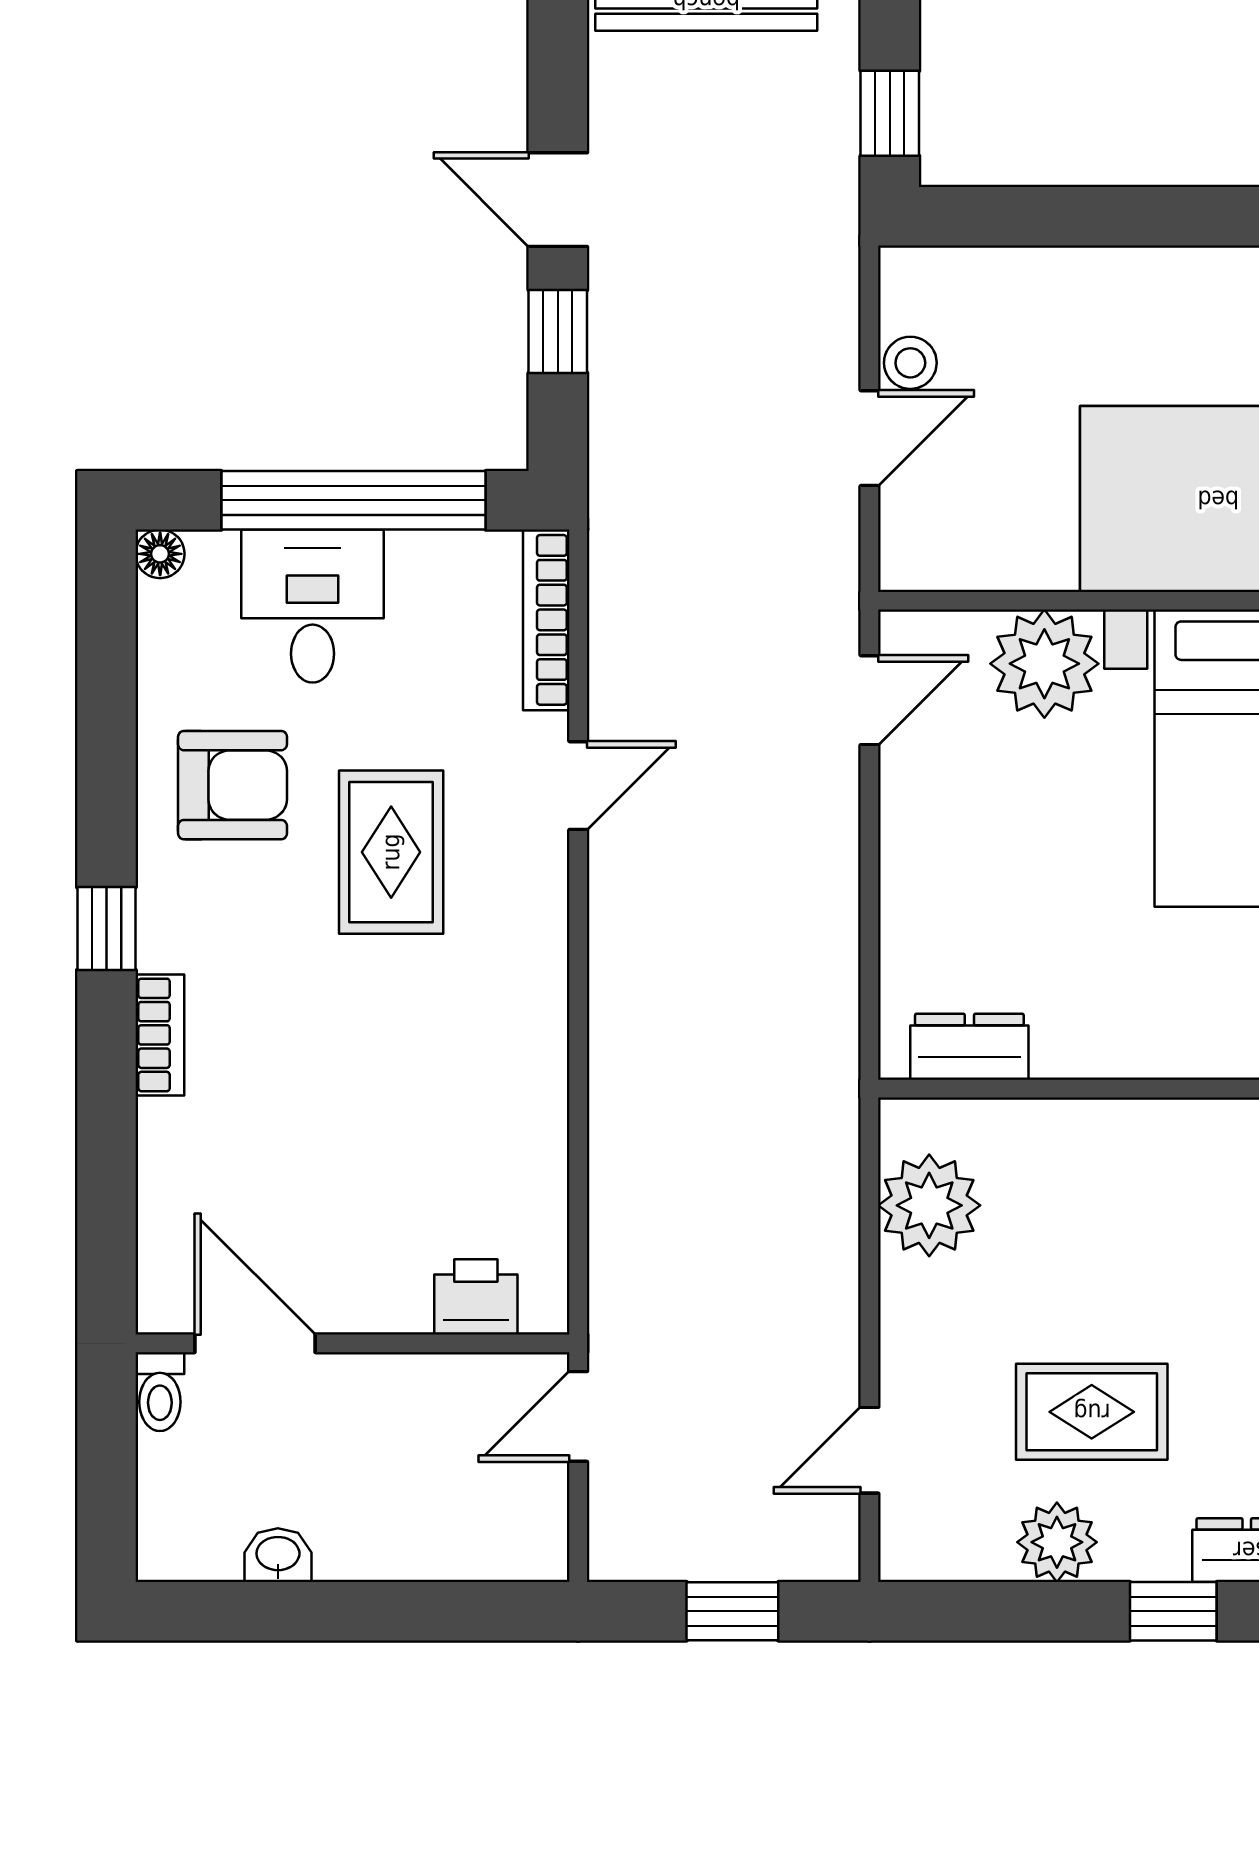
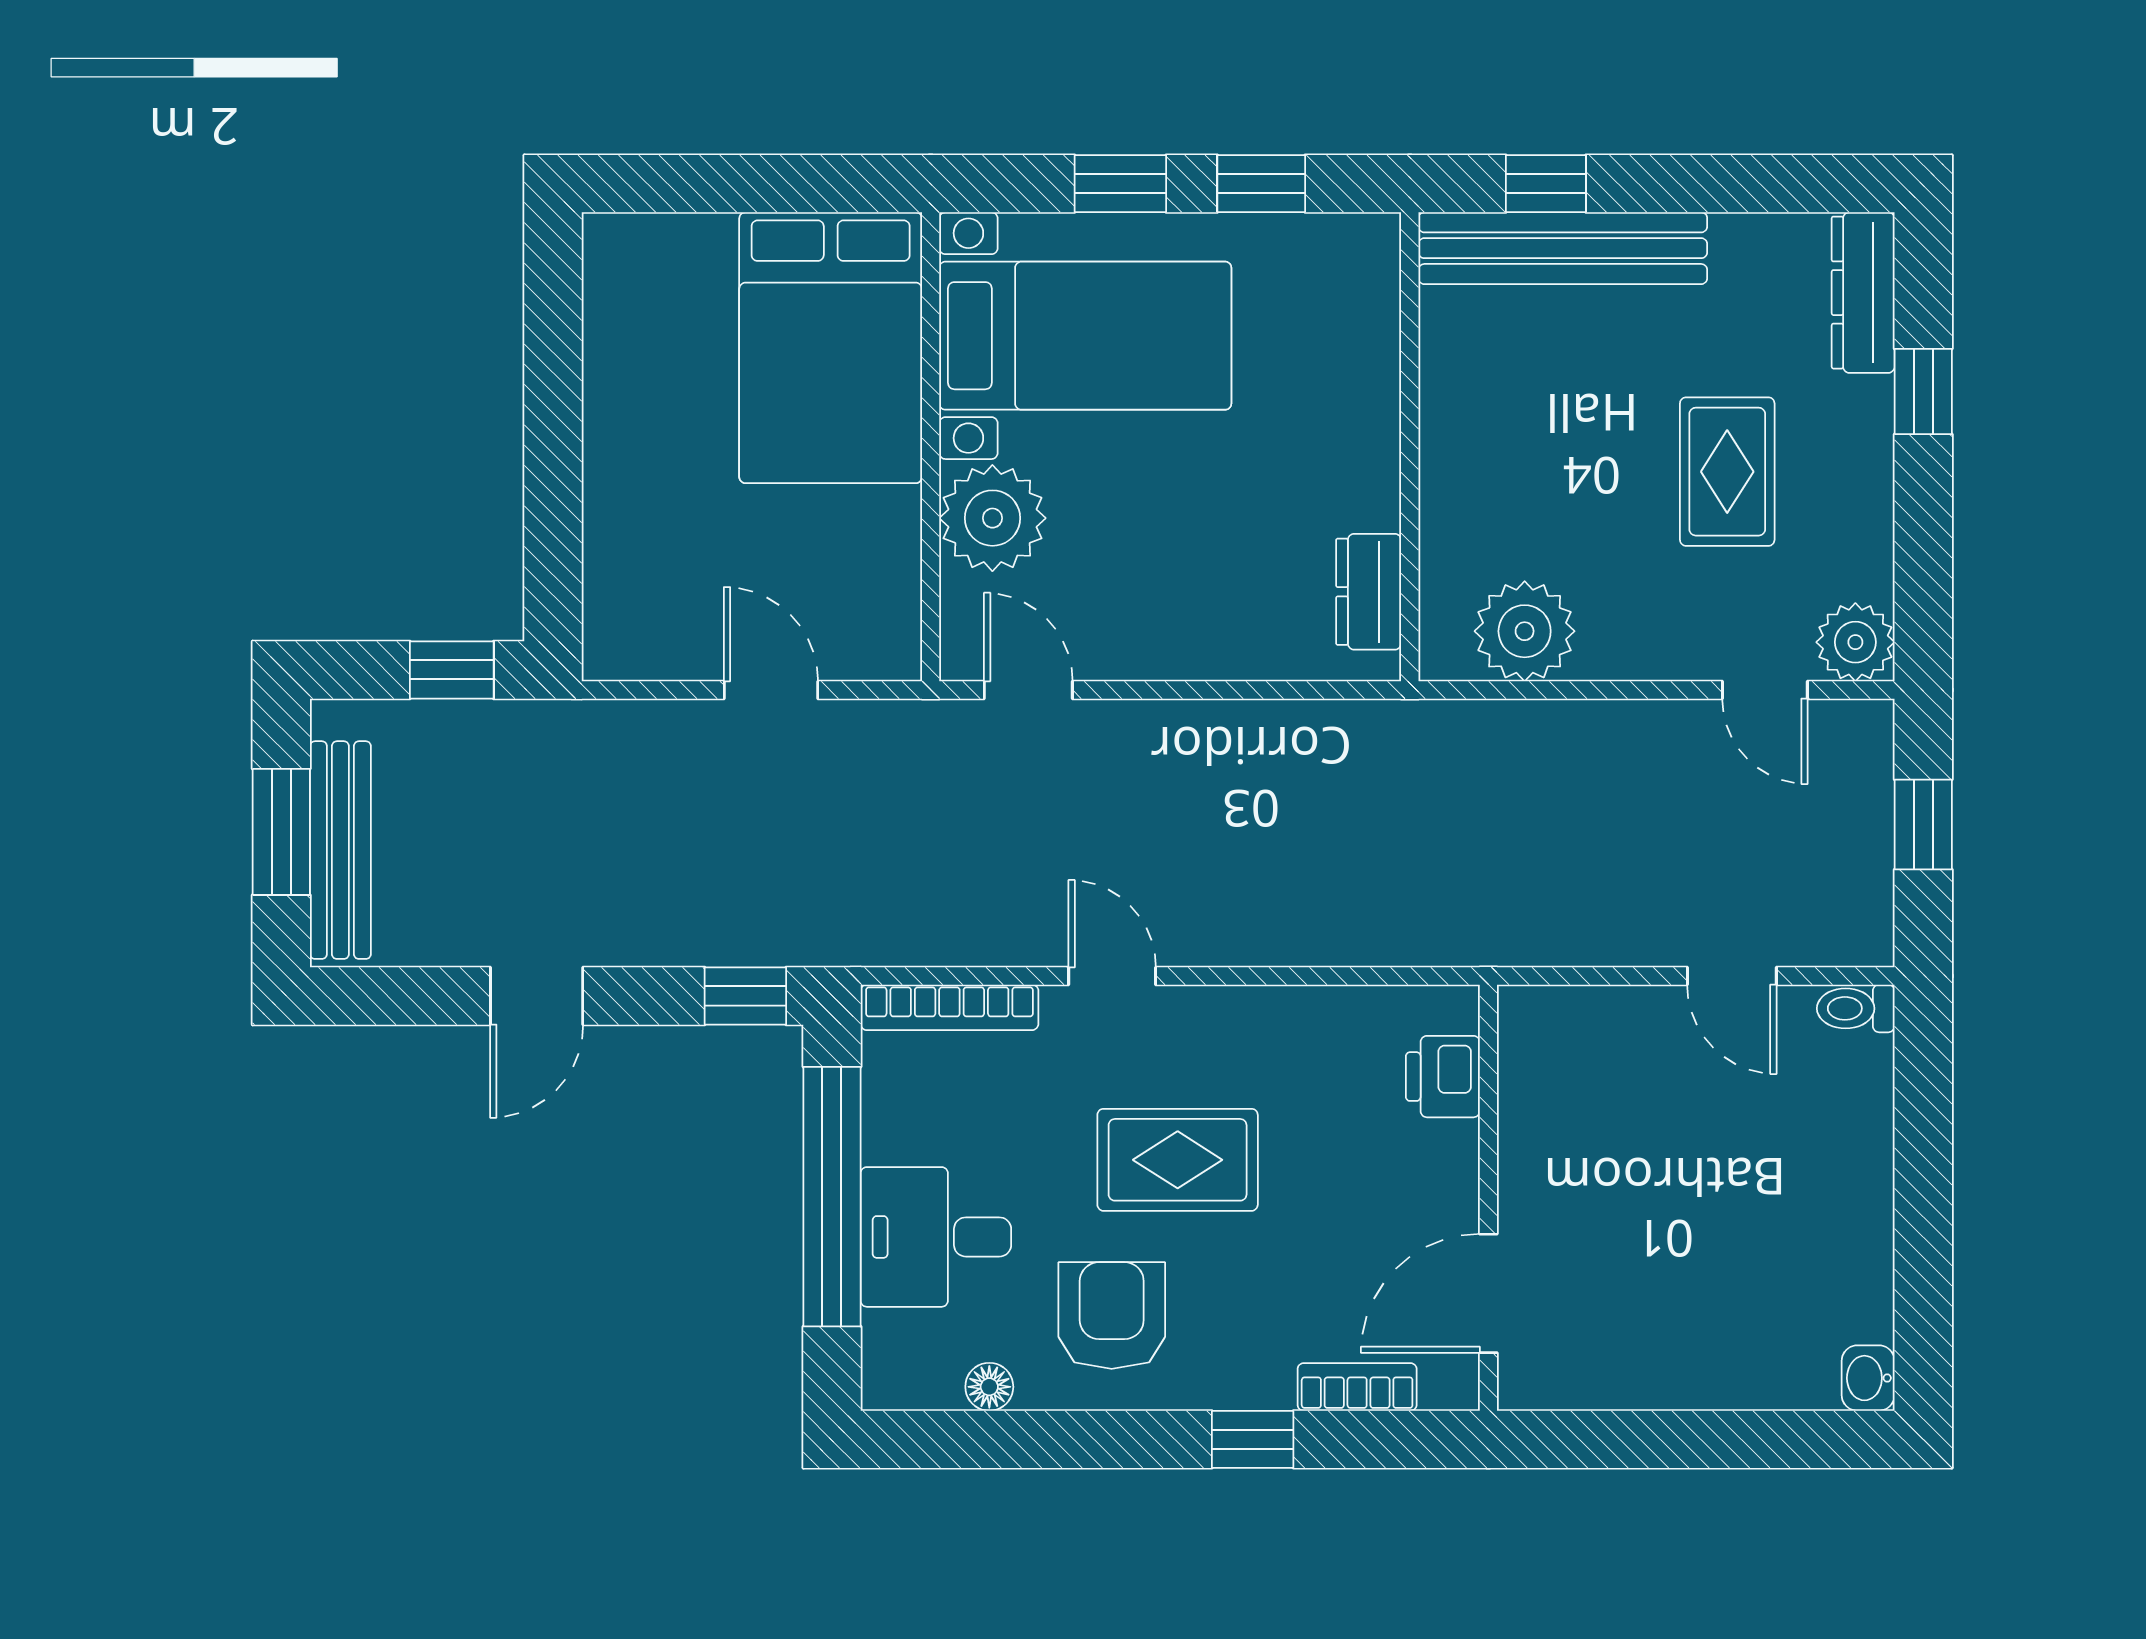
window: (558, 331) -> (745, 996), moved
stool: (910, 363) -> (697, 650), removed
floor lamp: (160, 554) -> (989, 1387), moved
printer: (476, 1297) -> (1443, 1077), moved
door: (255, 1343) -> (1488, 1293), moved
wall: (353, 1343) -> (1488, 1198), moved
toilet: (160, 1392) -> (1856, 1008), moved, turned 180
plant: (1057, 1542) -> (1855, 642), moved
washbasin: (278, 1555) -> (1868, 1378), moved

